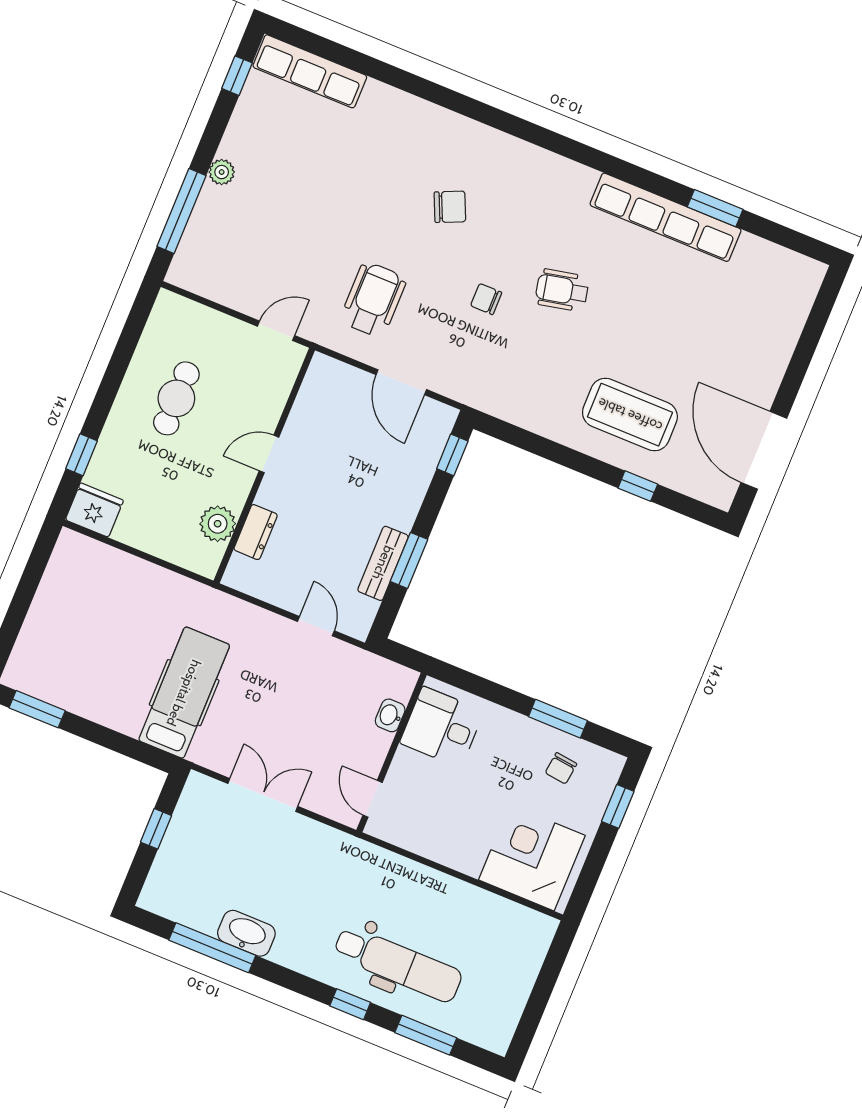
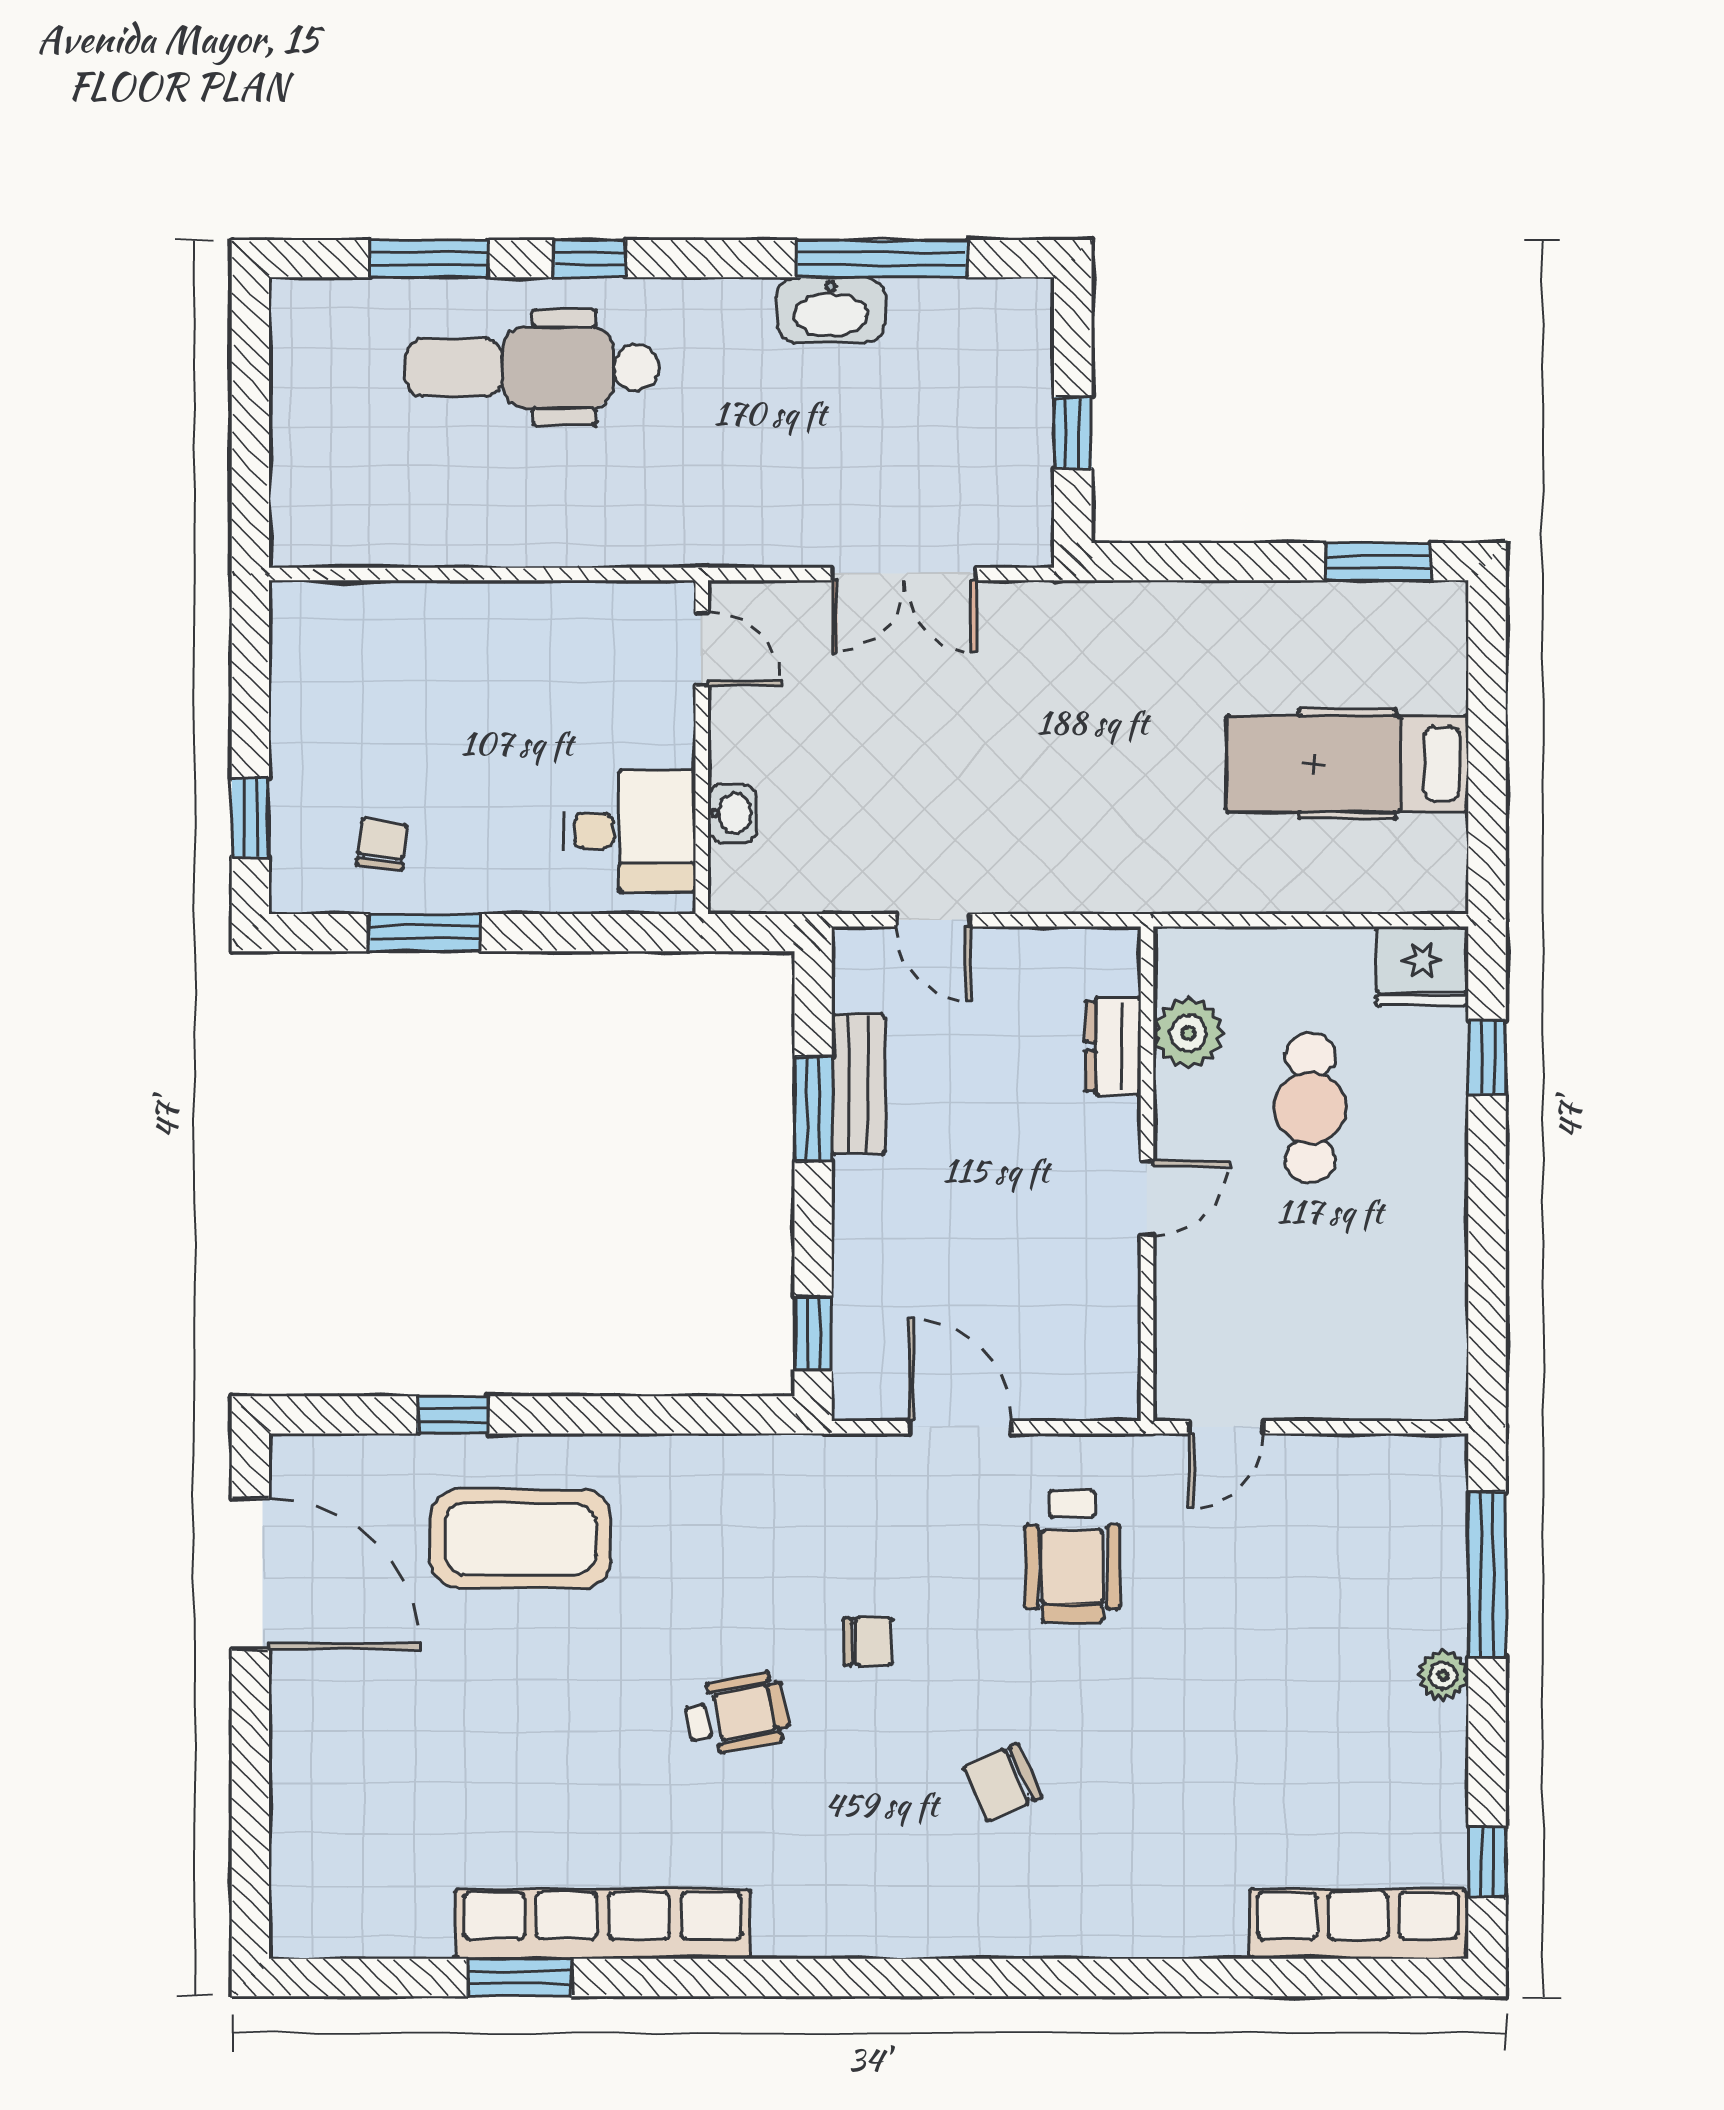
cafe table: (176, 398) -> (1310, 1108), moved
hospital bed: (184, 693) -> (1347, 764), moved, turned 90
corner desk: (532, 858) -> (368, 661), removed

